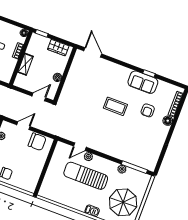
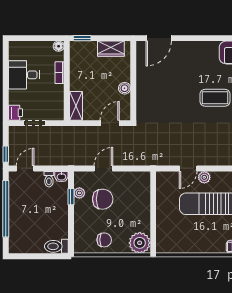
door: (93, 52) -> (159, 38), swing flipped
shelving: (26, 64) -> (76, 106), moved
chair: (37, 142) -> (103, 199), moved
plant: (29, 184) -> (140, 243), added

